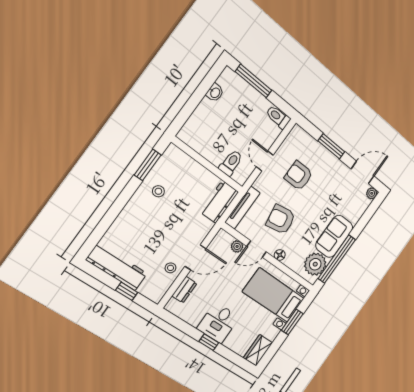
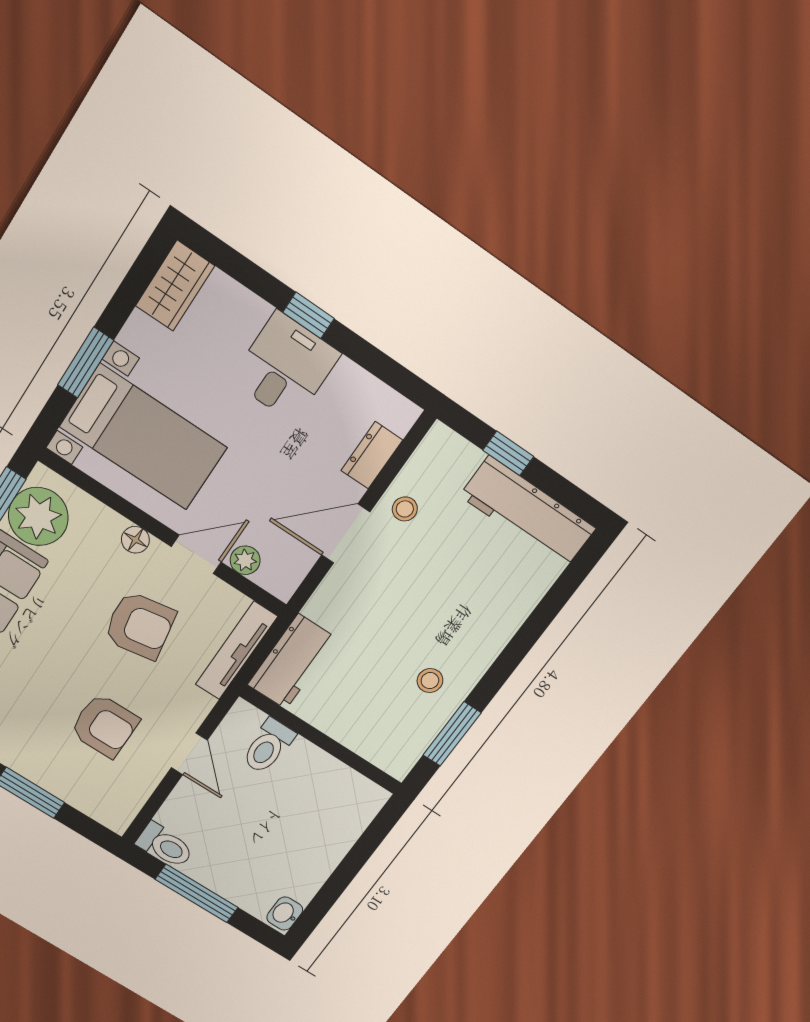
window: (254, 81) -> (197, 893), moved
washbasin: (215, 93) -> (285, 914), moved

